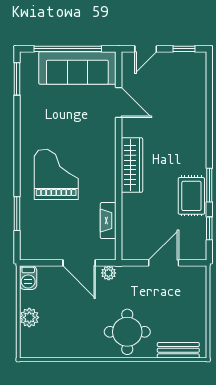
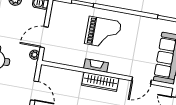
fireplace: (108, 221) -> (96, 65), moved

